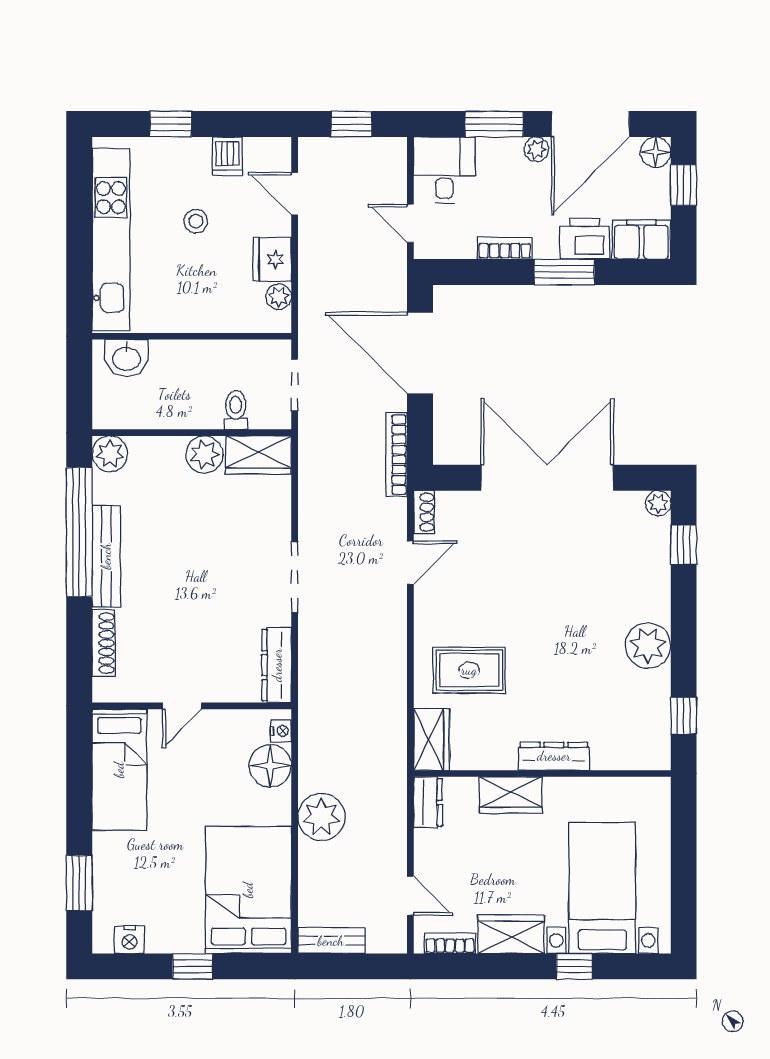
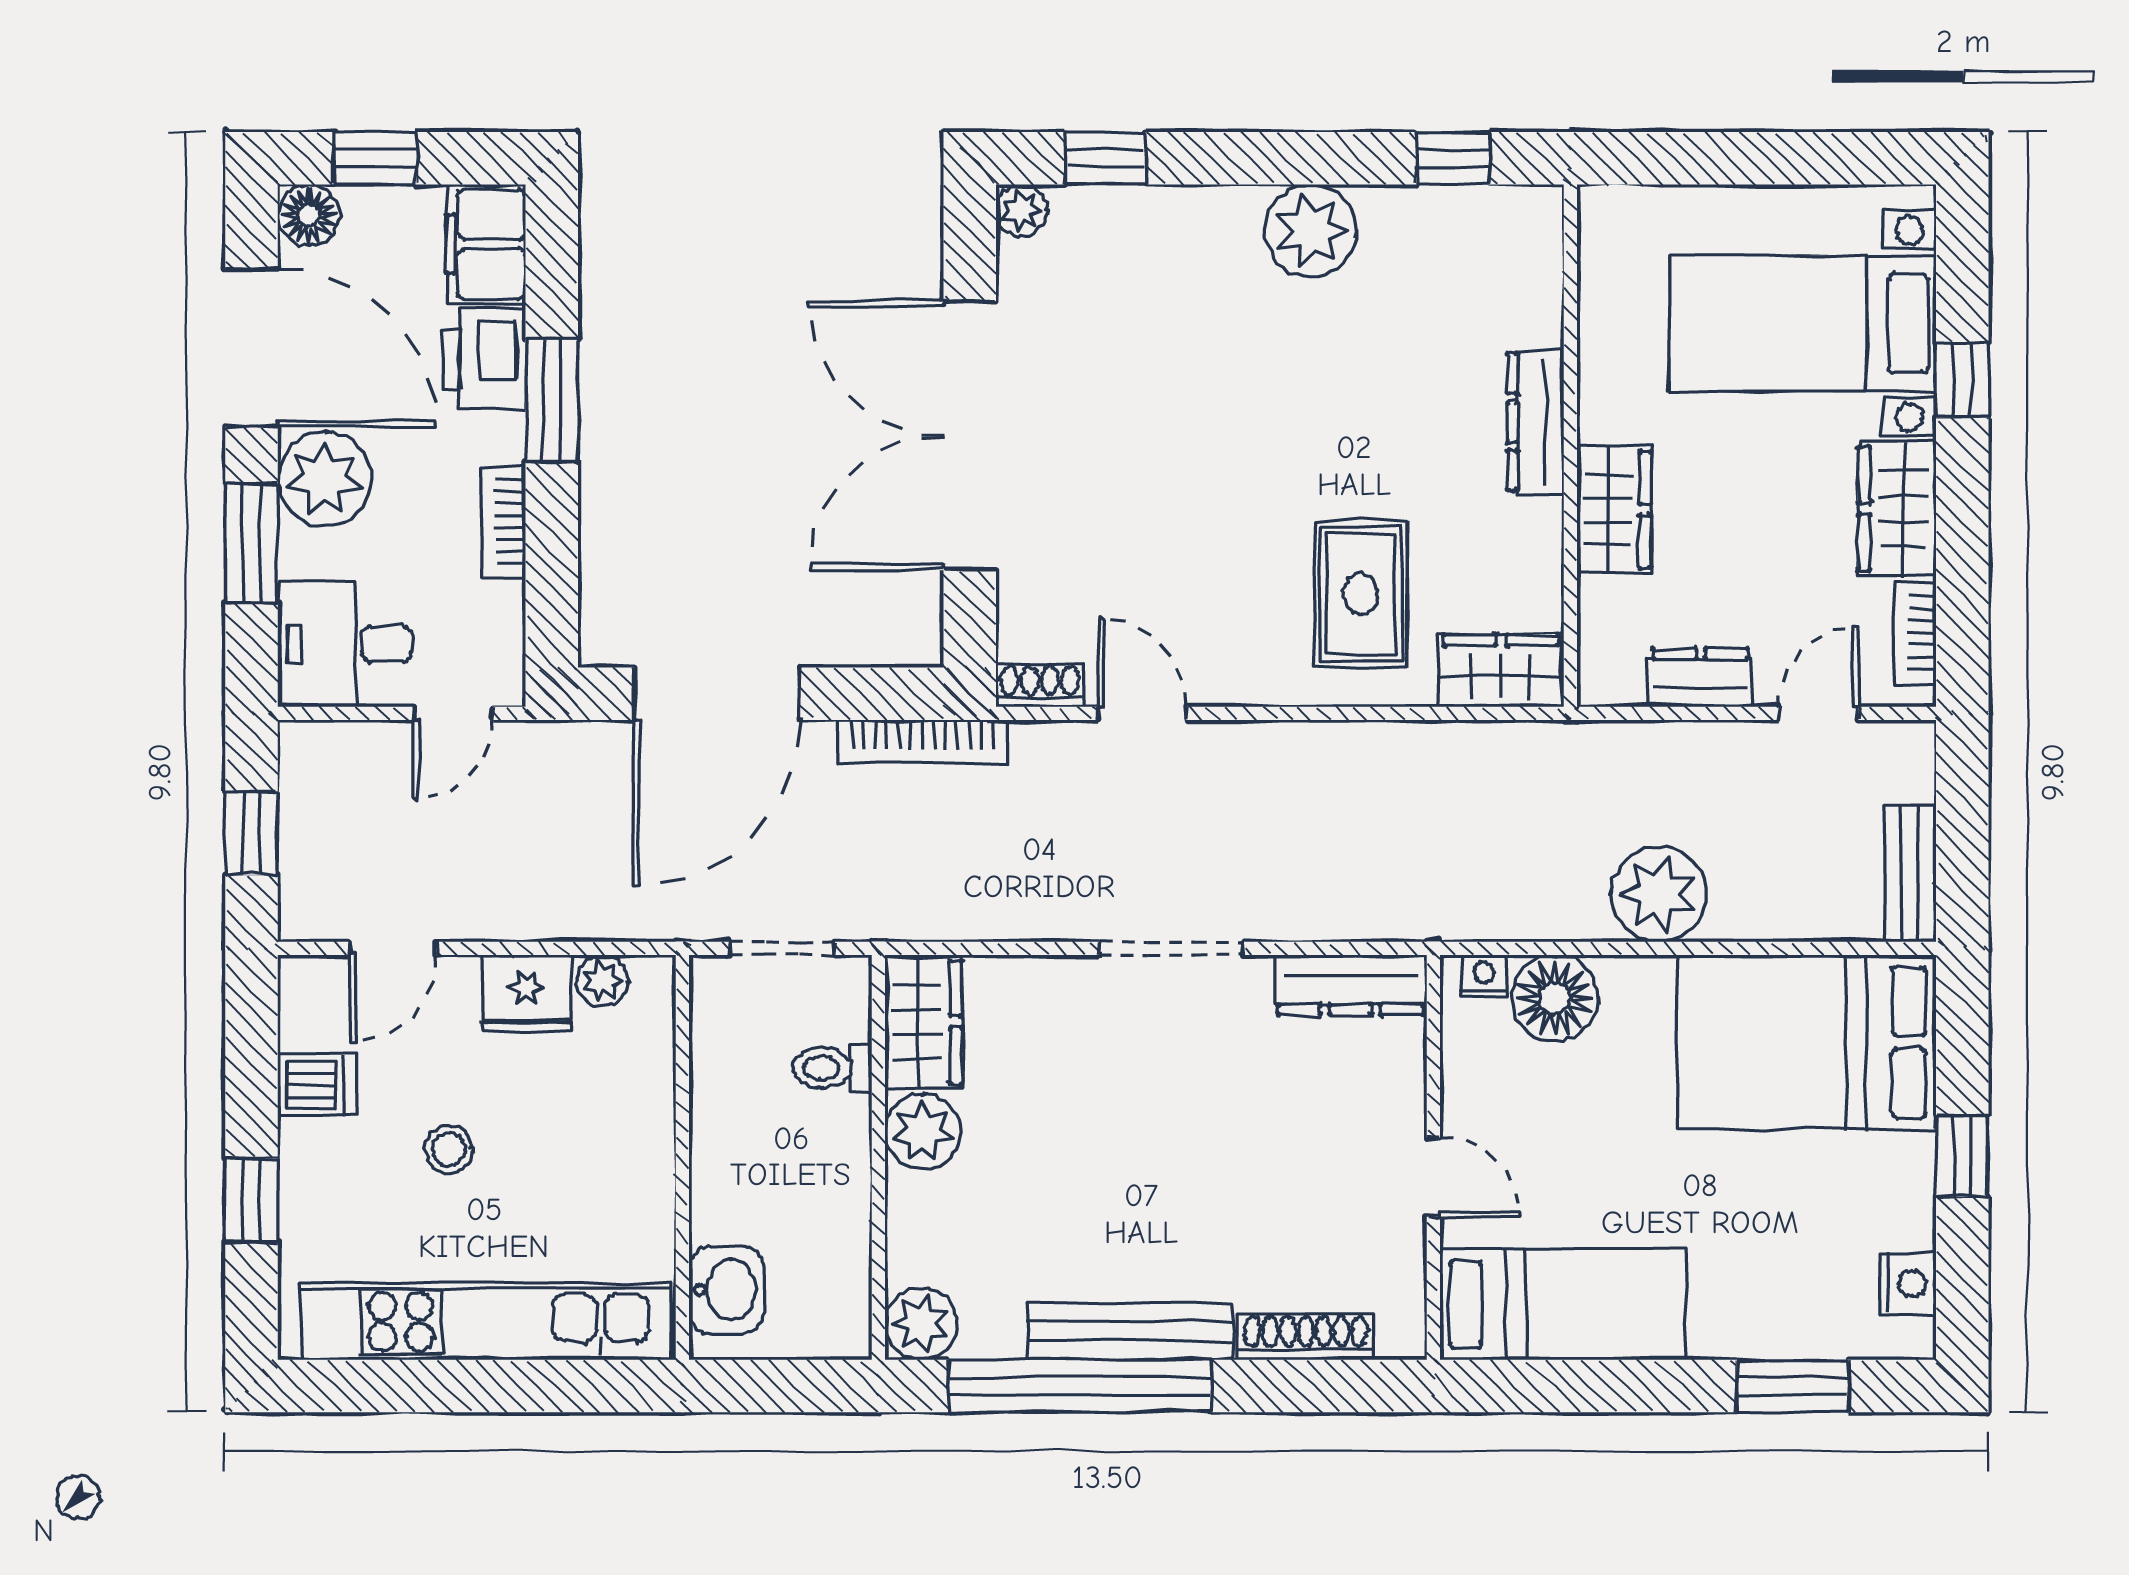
plant: (536, 149) -> (324, 479), width x1.88, depth x1.88
dresser: (428, 802) -> (1701, 678), moved

